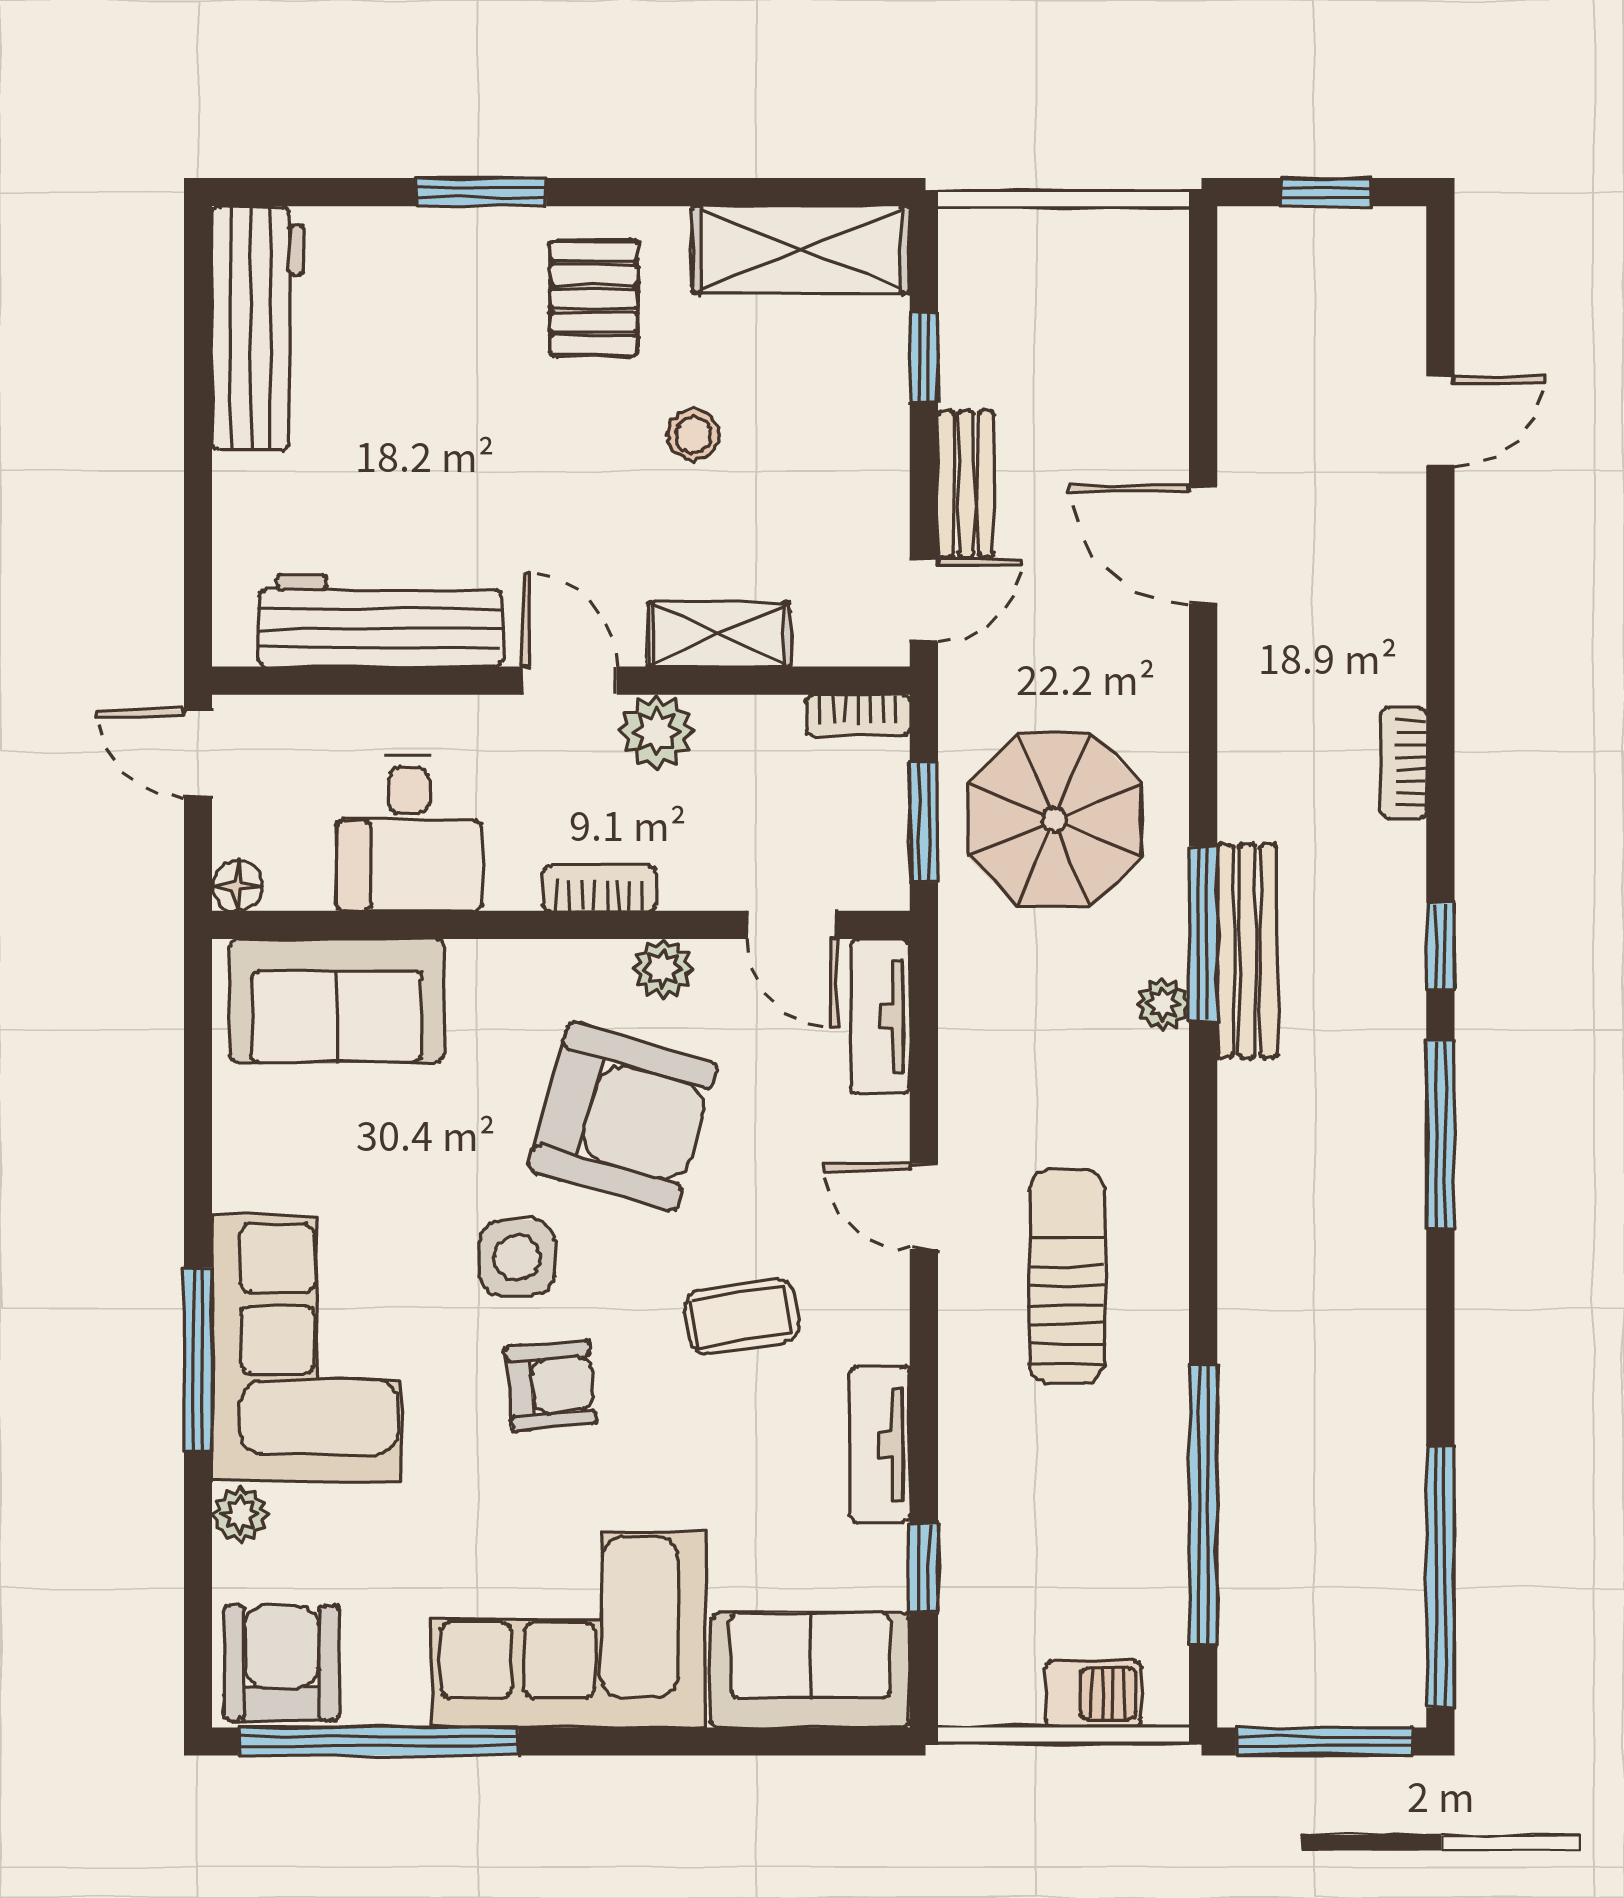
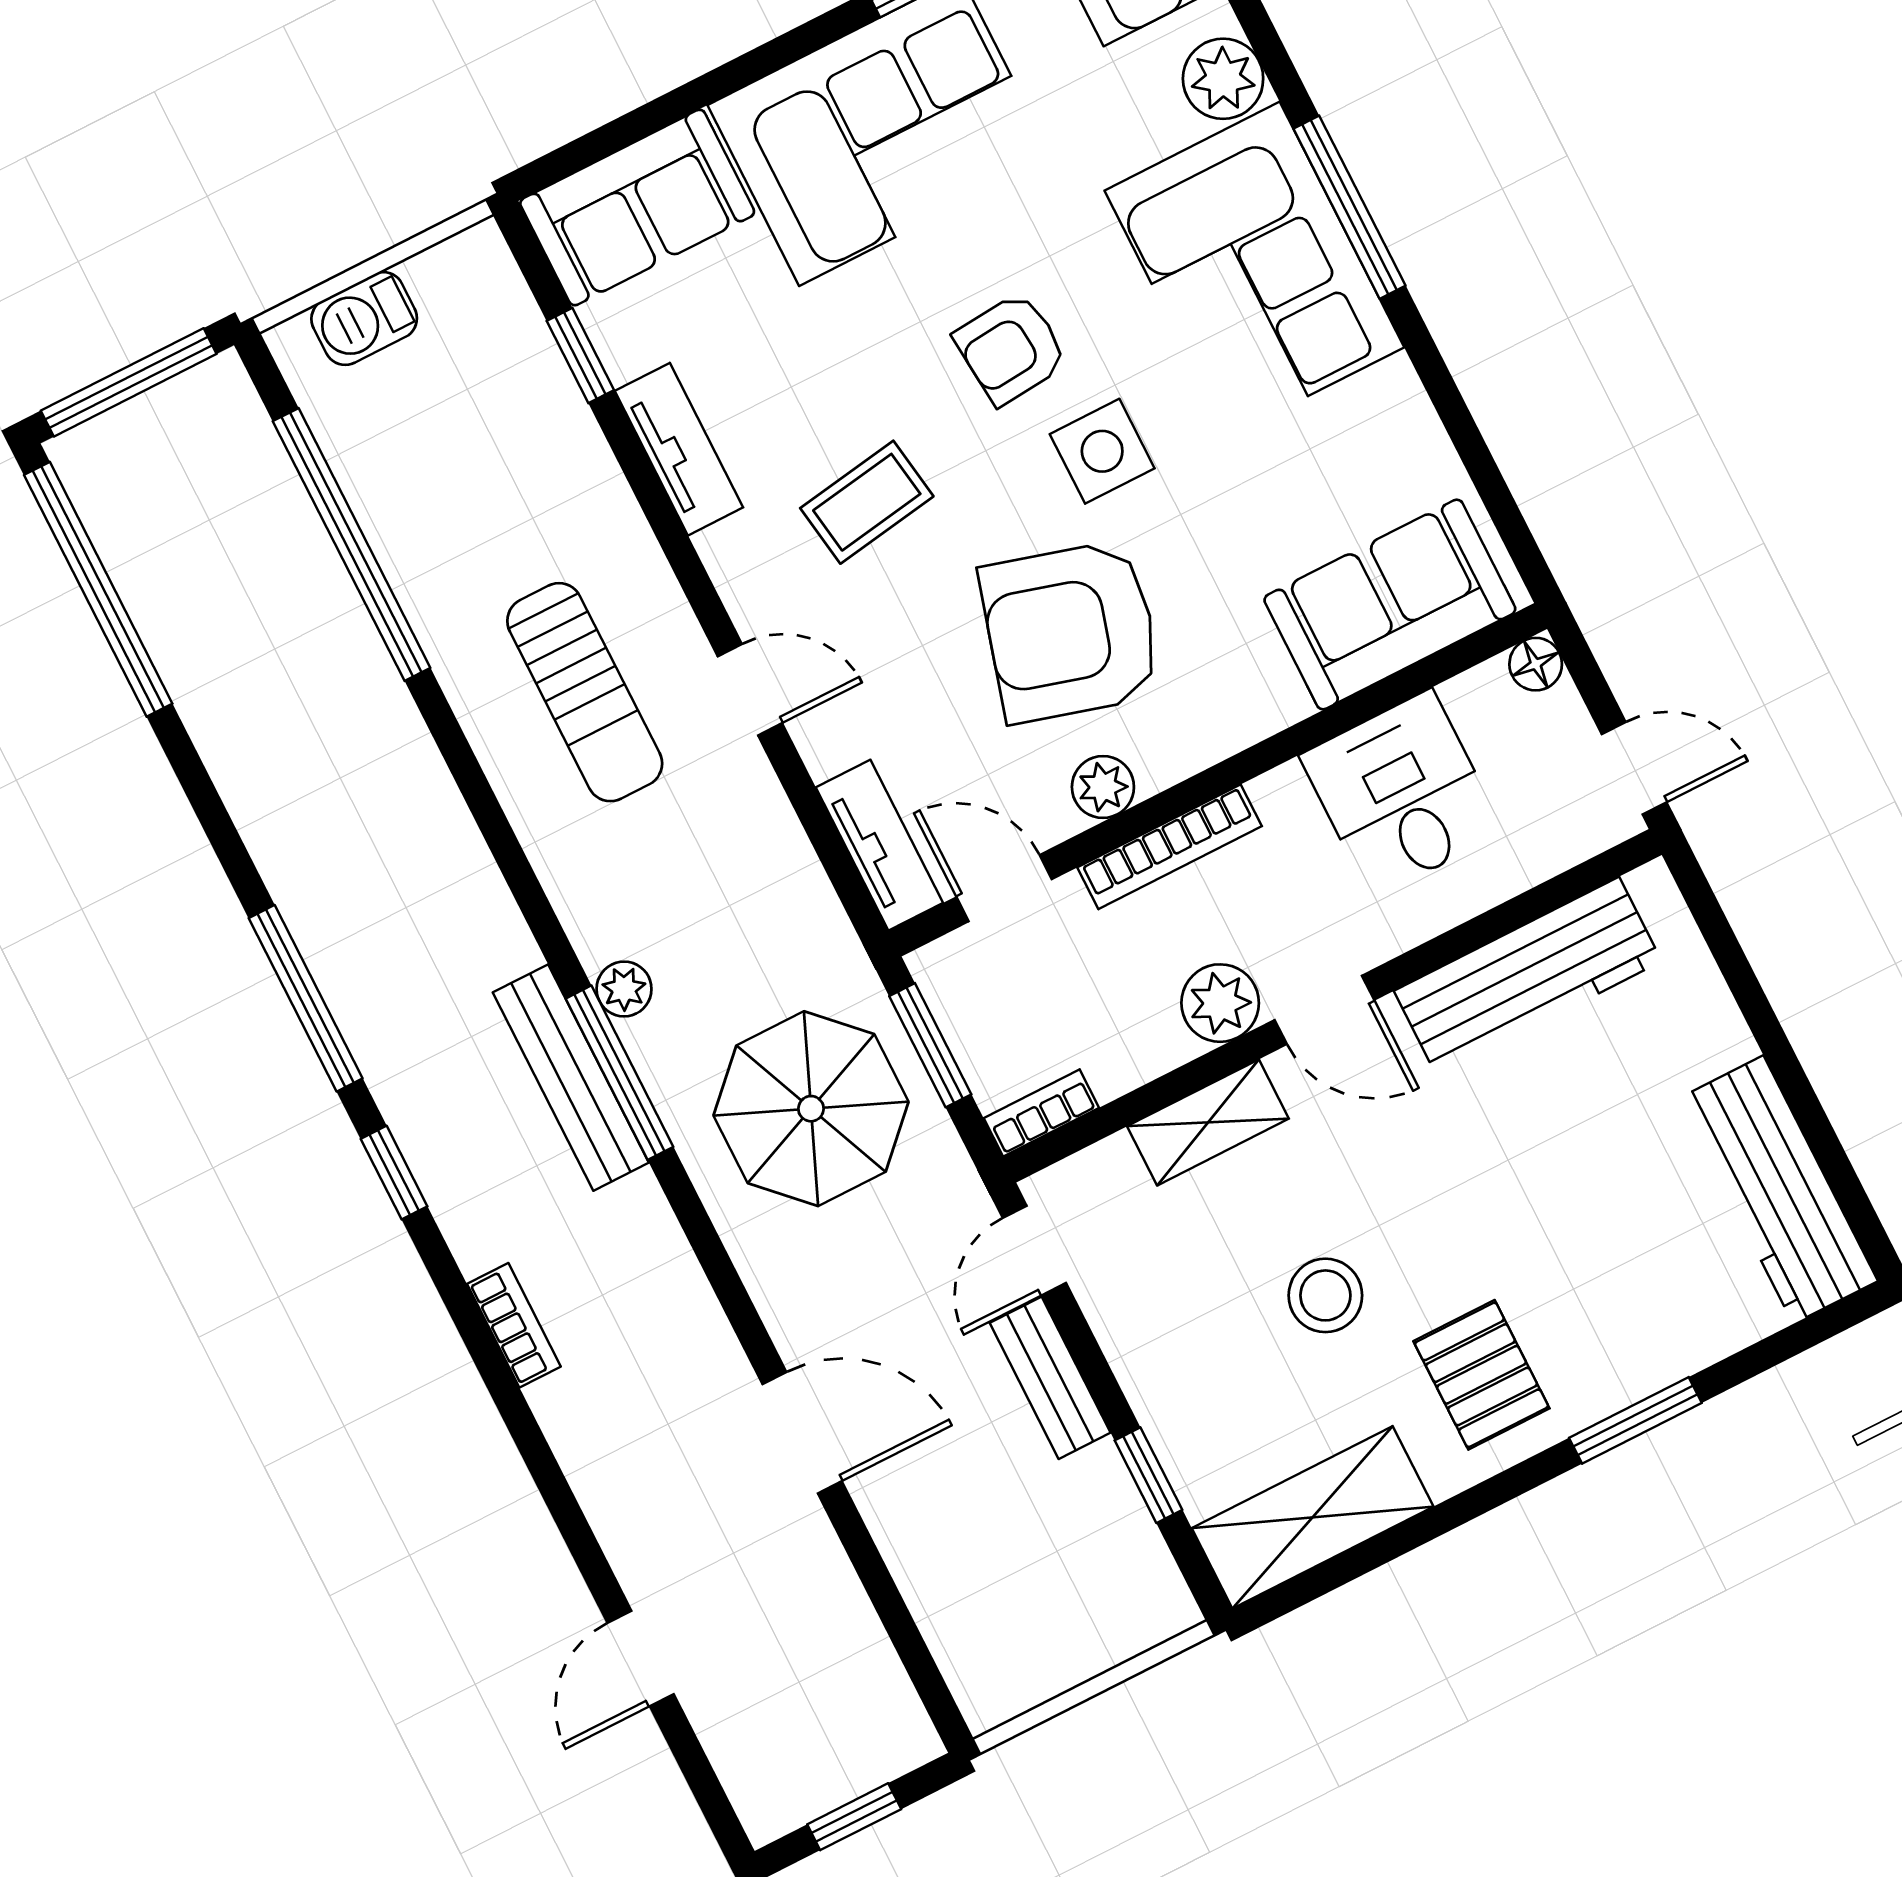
stool: (693, 435) -> (1325, 1295), width x1.37, depth x1.37
bookcase: (600, 888) -> (1170, 847), width x1.56
plant: (240, 1515) -> (1223, 79), width x1.38, depth x1.38

